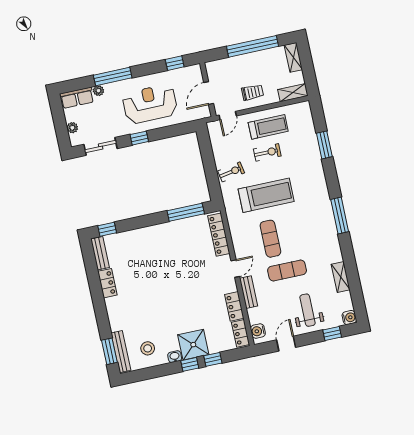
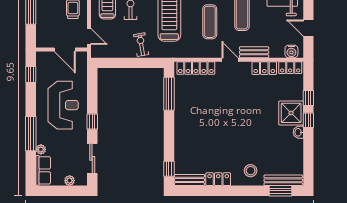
reception desk: (150, 104) -> (63, 105), turned 180
exercise mat: (270, 239) -> (210, 22), turned 90
stool: (148, 348) -> (251, 171), moved

